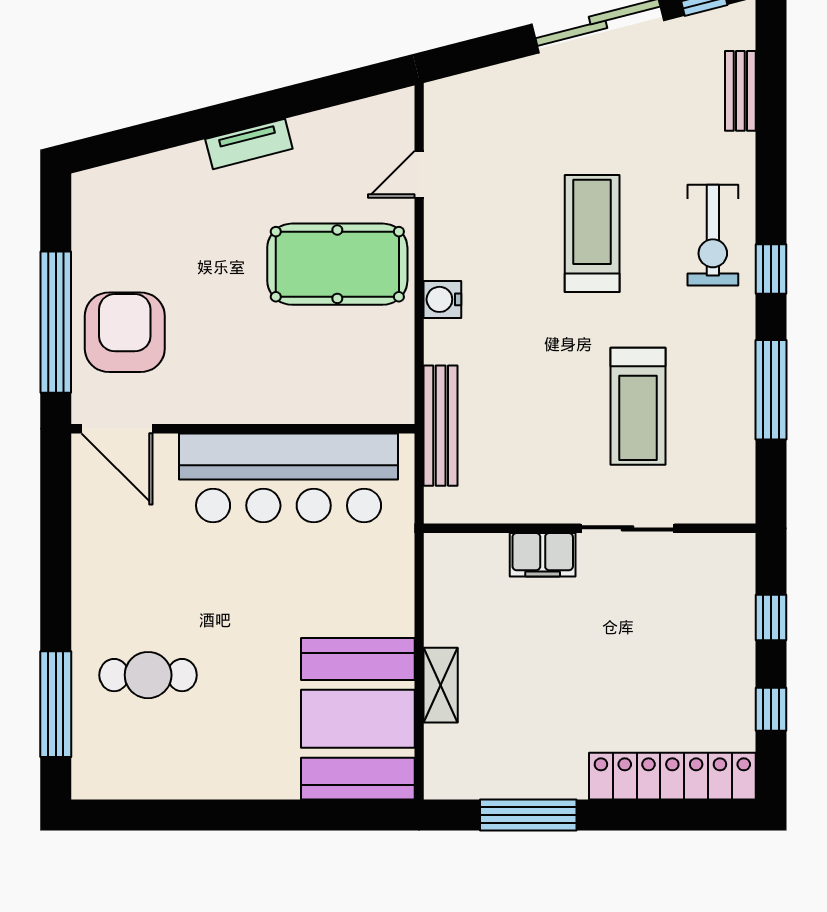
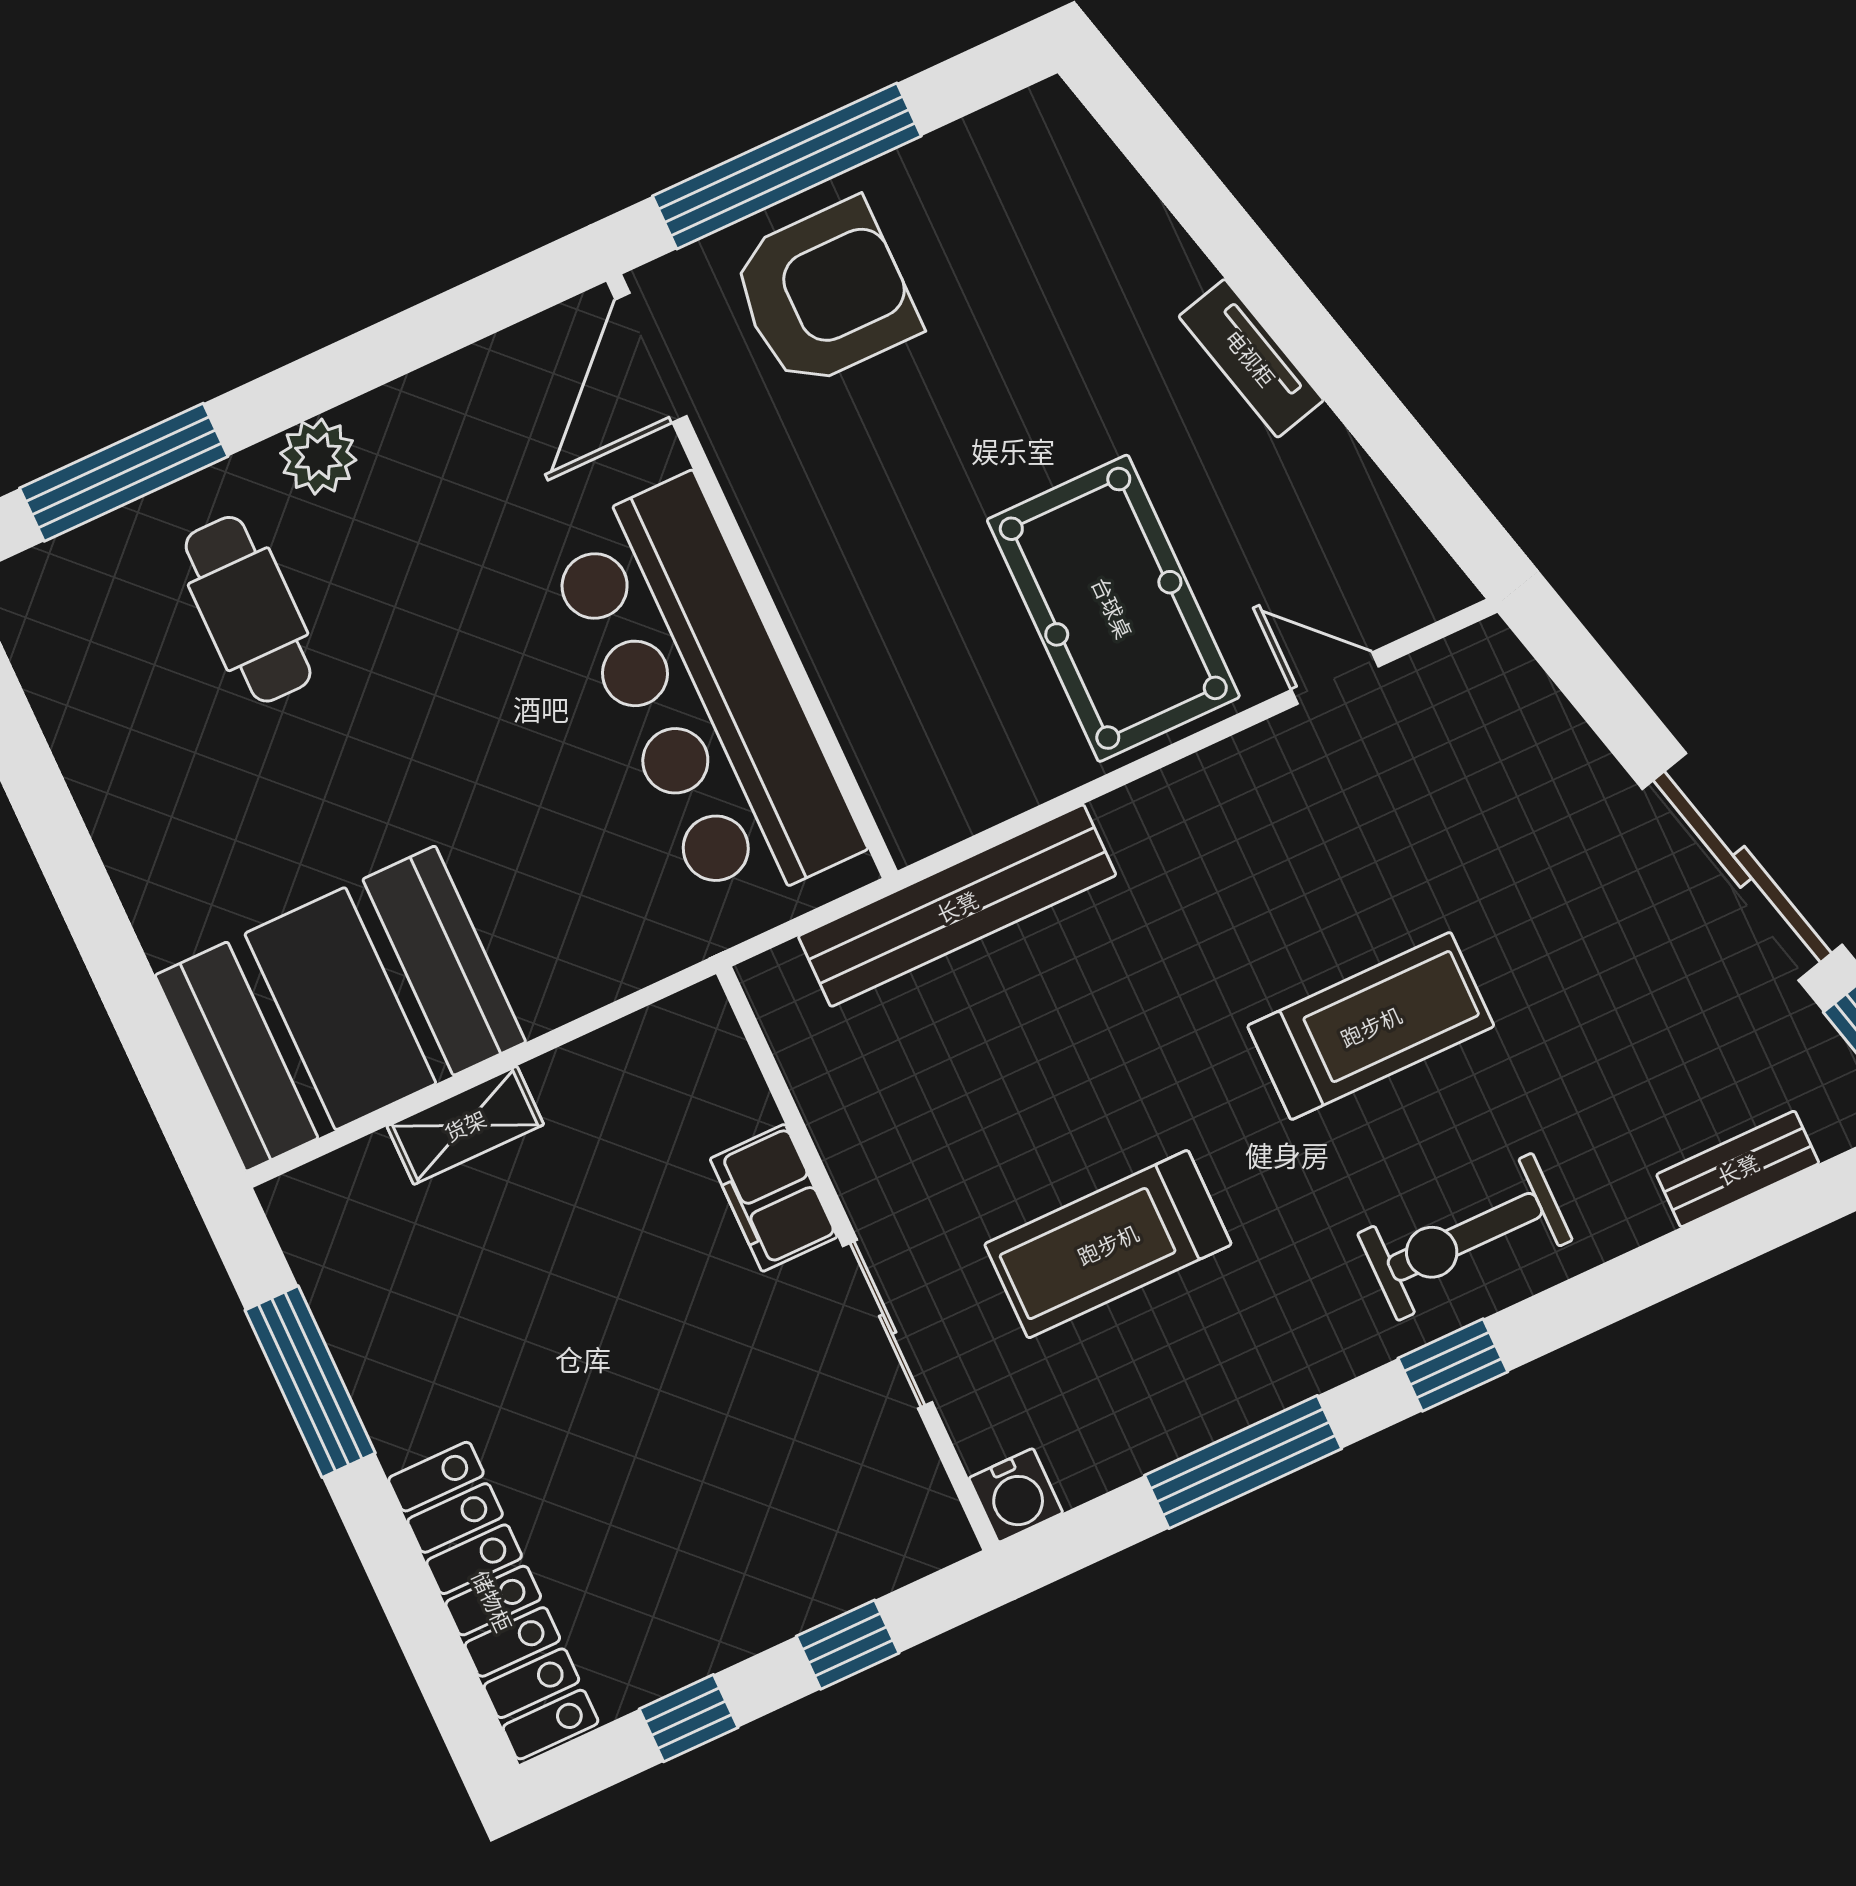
water cooler: (442, 299) -> (1016, 1495), moved, turned 180
bench: (441, 426) -> (957, 906), width x1.37, depth x1.21
plant: (91, 608) -> (318, 457), added

